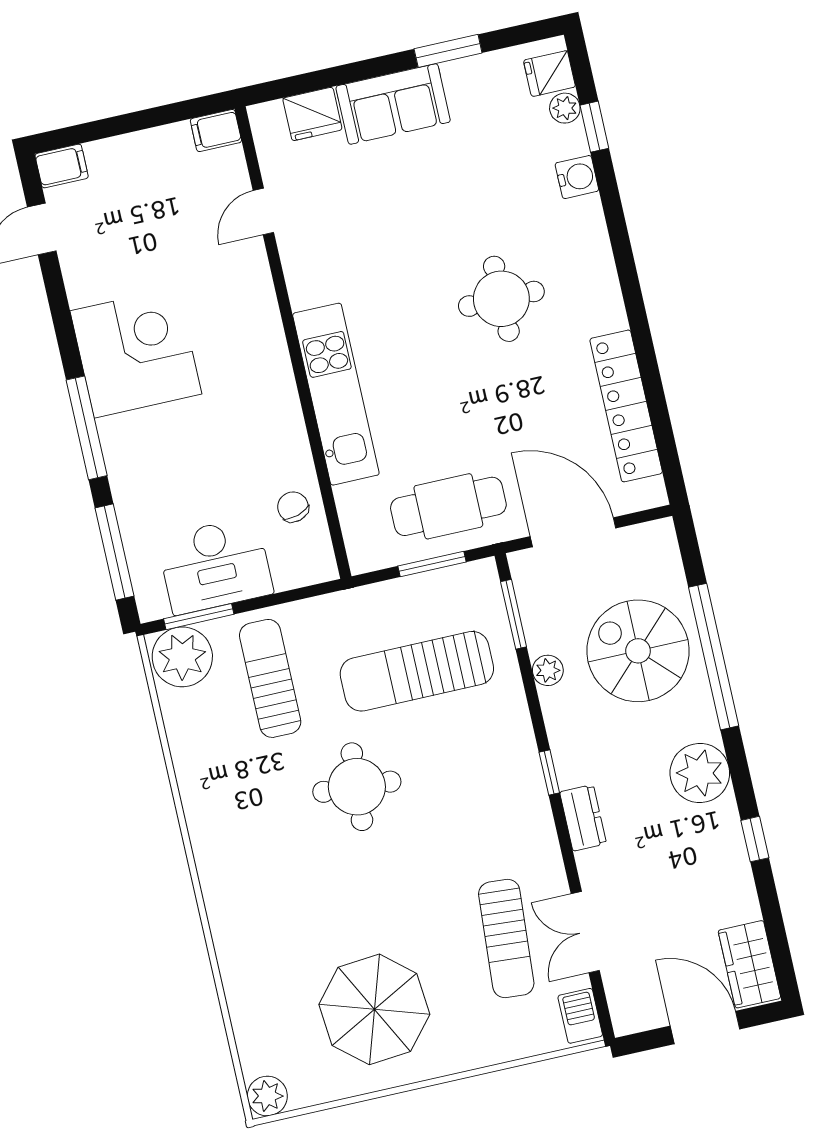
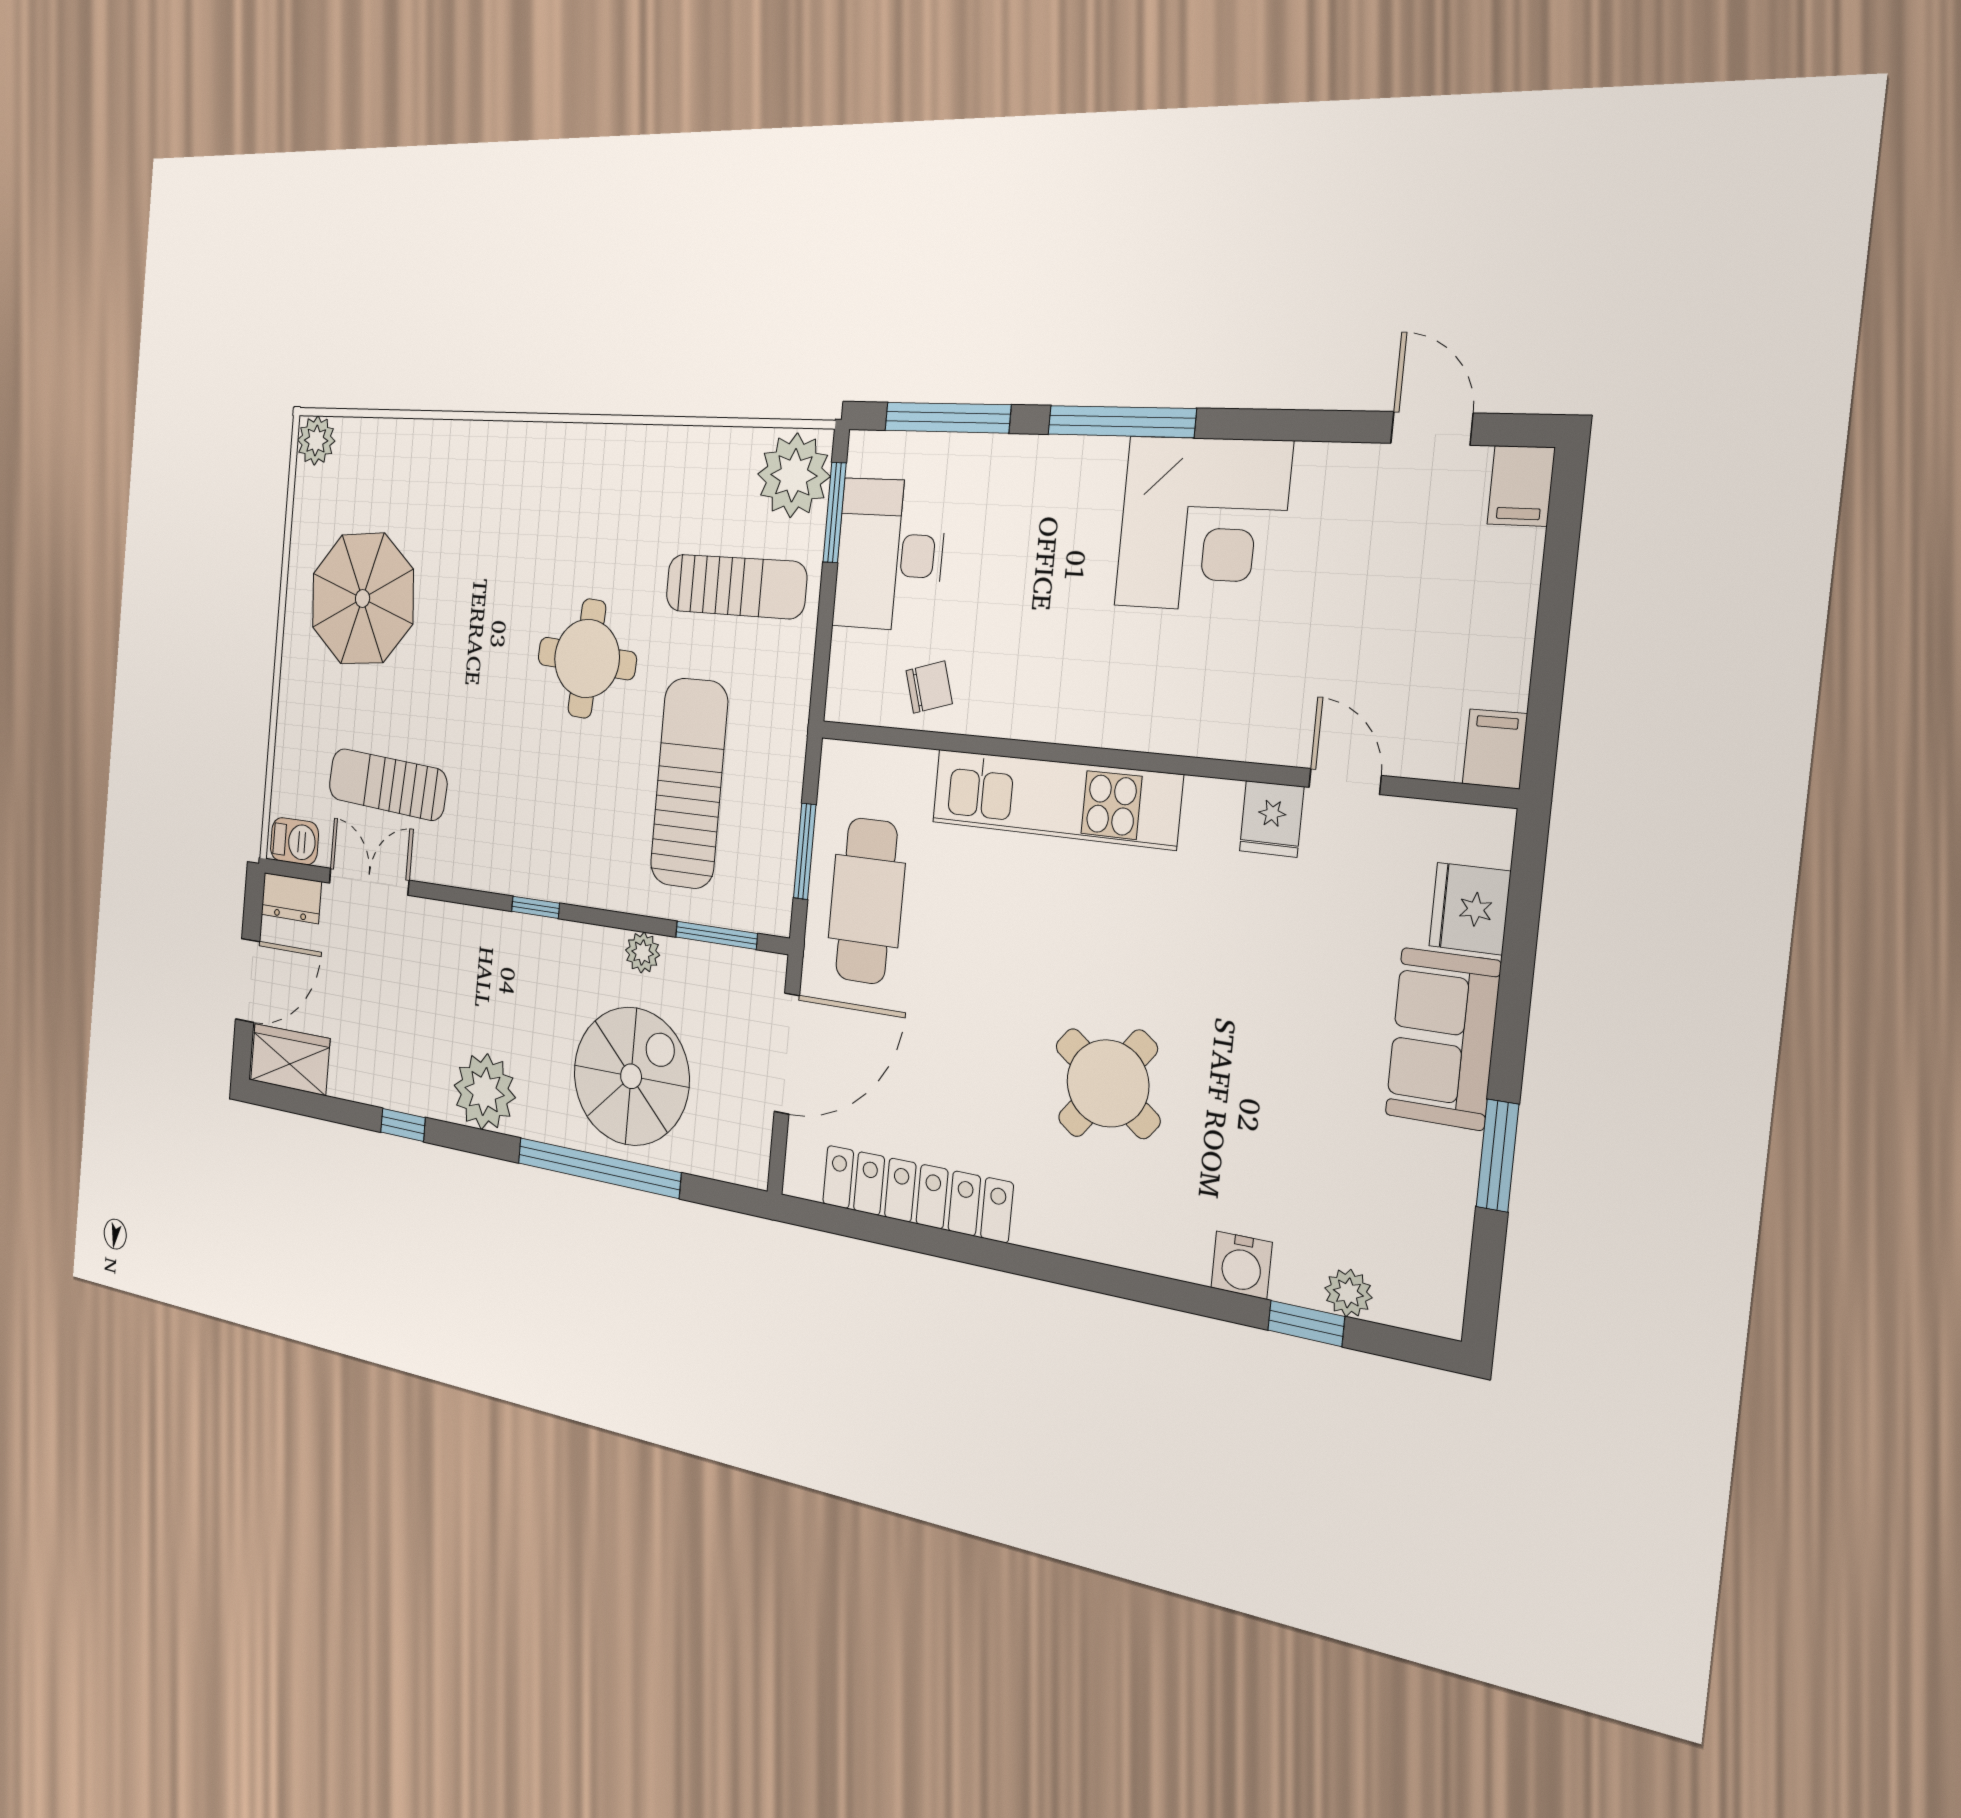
fridge: (549, 74) -> (1272, 819), moved, turned 180
round table: (501, 299) -> (1108, 1083), turned 37
dresser: (583, 818) -> (291, 898), moved

